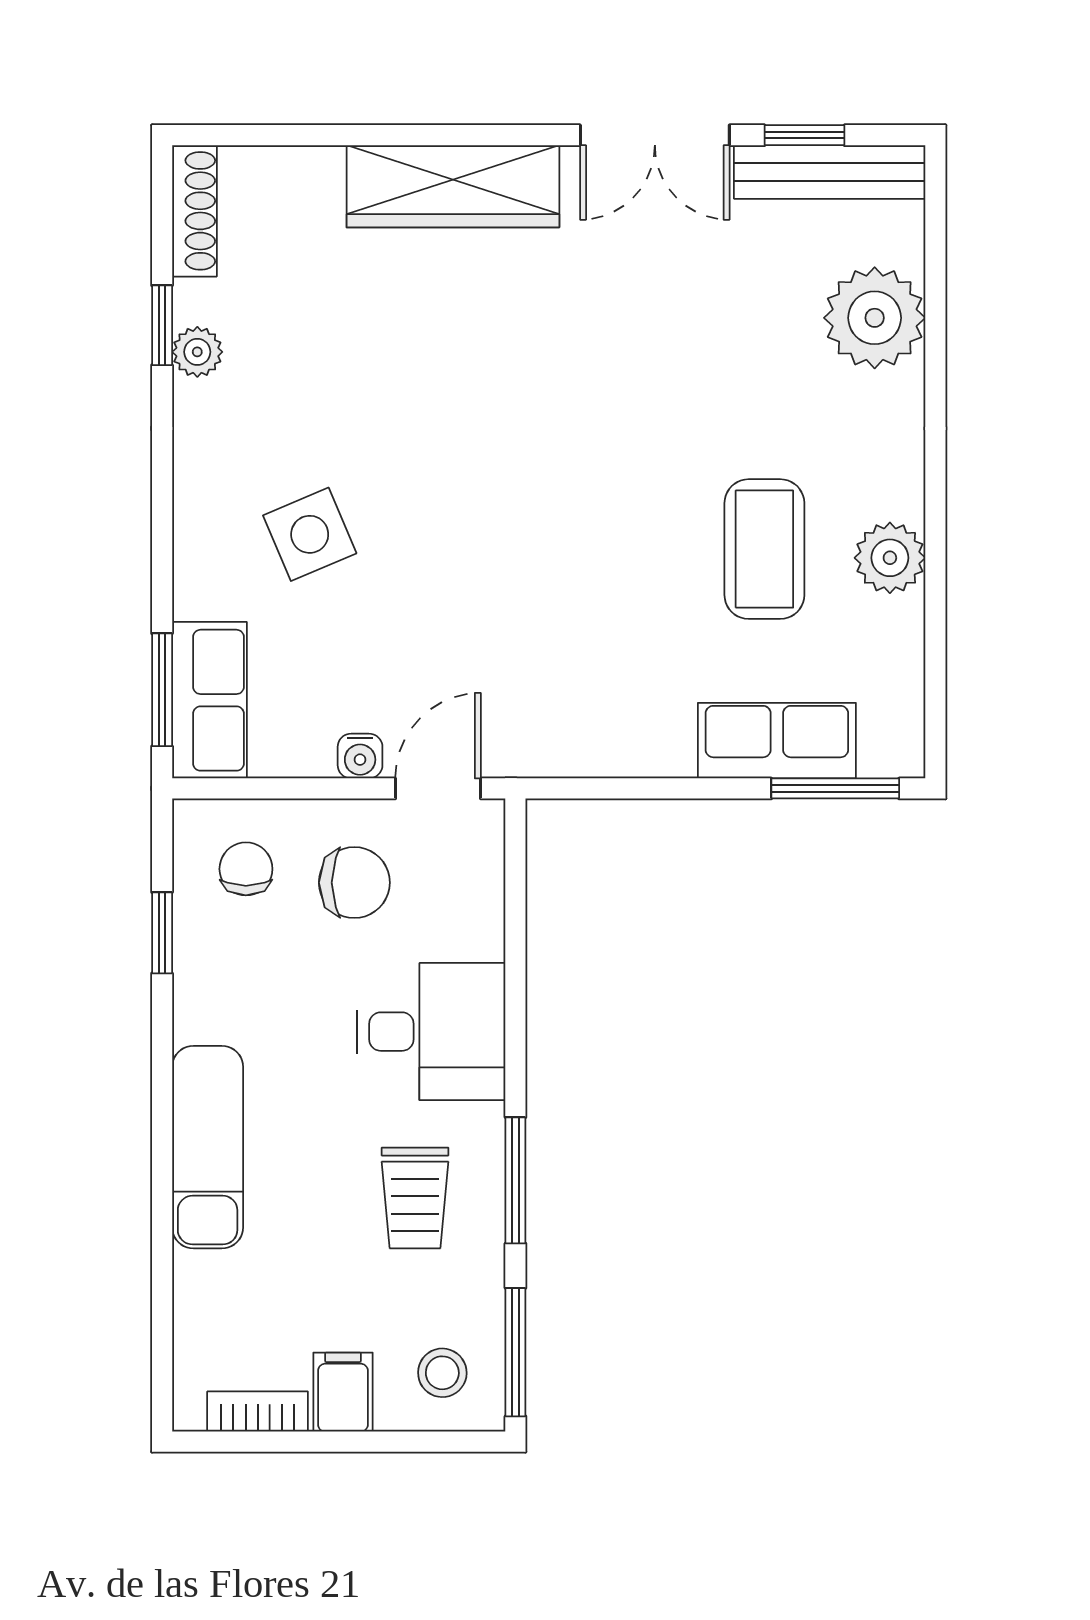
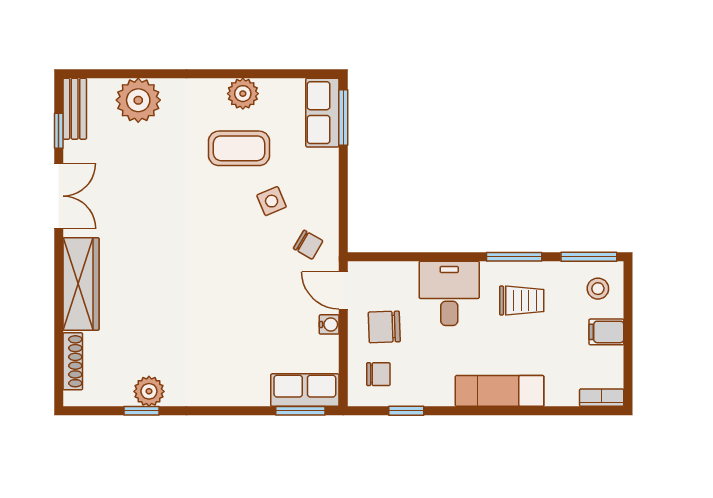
bench: (830, 172) -> (75, 109), width x0.73
shoe rack: (194, 211) -> (73, 361), moved, turned 90
plant: (197, 352) -> (149, 391), width x1.38, depth x1.38
side table: (310, 534) -> (272, 201), moved, width x0.73, depth x0.73
chair: (543, 708) -> (308, 245), added
row of seats: (777, 741) -> (322, 113), moved
chair: (246, 869) -> (378, 374), turned 180
chair: (354, 883) -> (384, 327), turned -92
bookcase: (258, 1412) -> (602, 398), moved, turned 90

